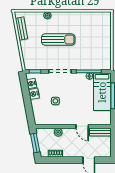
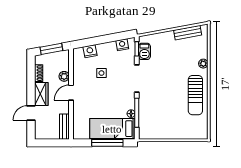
sun lounger: (58, 39) -> (195, 95), moved
barbecue: (37, 65) -> (144, 51), added
nightstand: (34, 94) -> (90, 51), moved
door: (82, 126) -> (71, 93), moved
wardrobe: (73, 151) -> (41, 94), added

